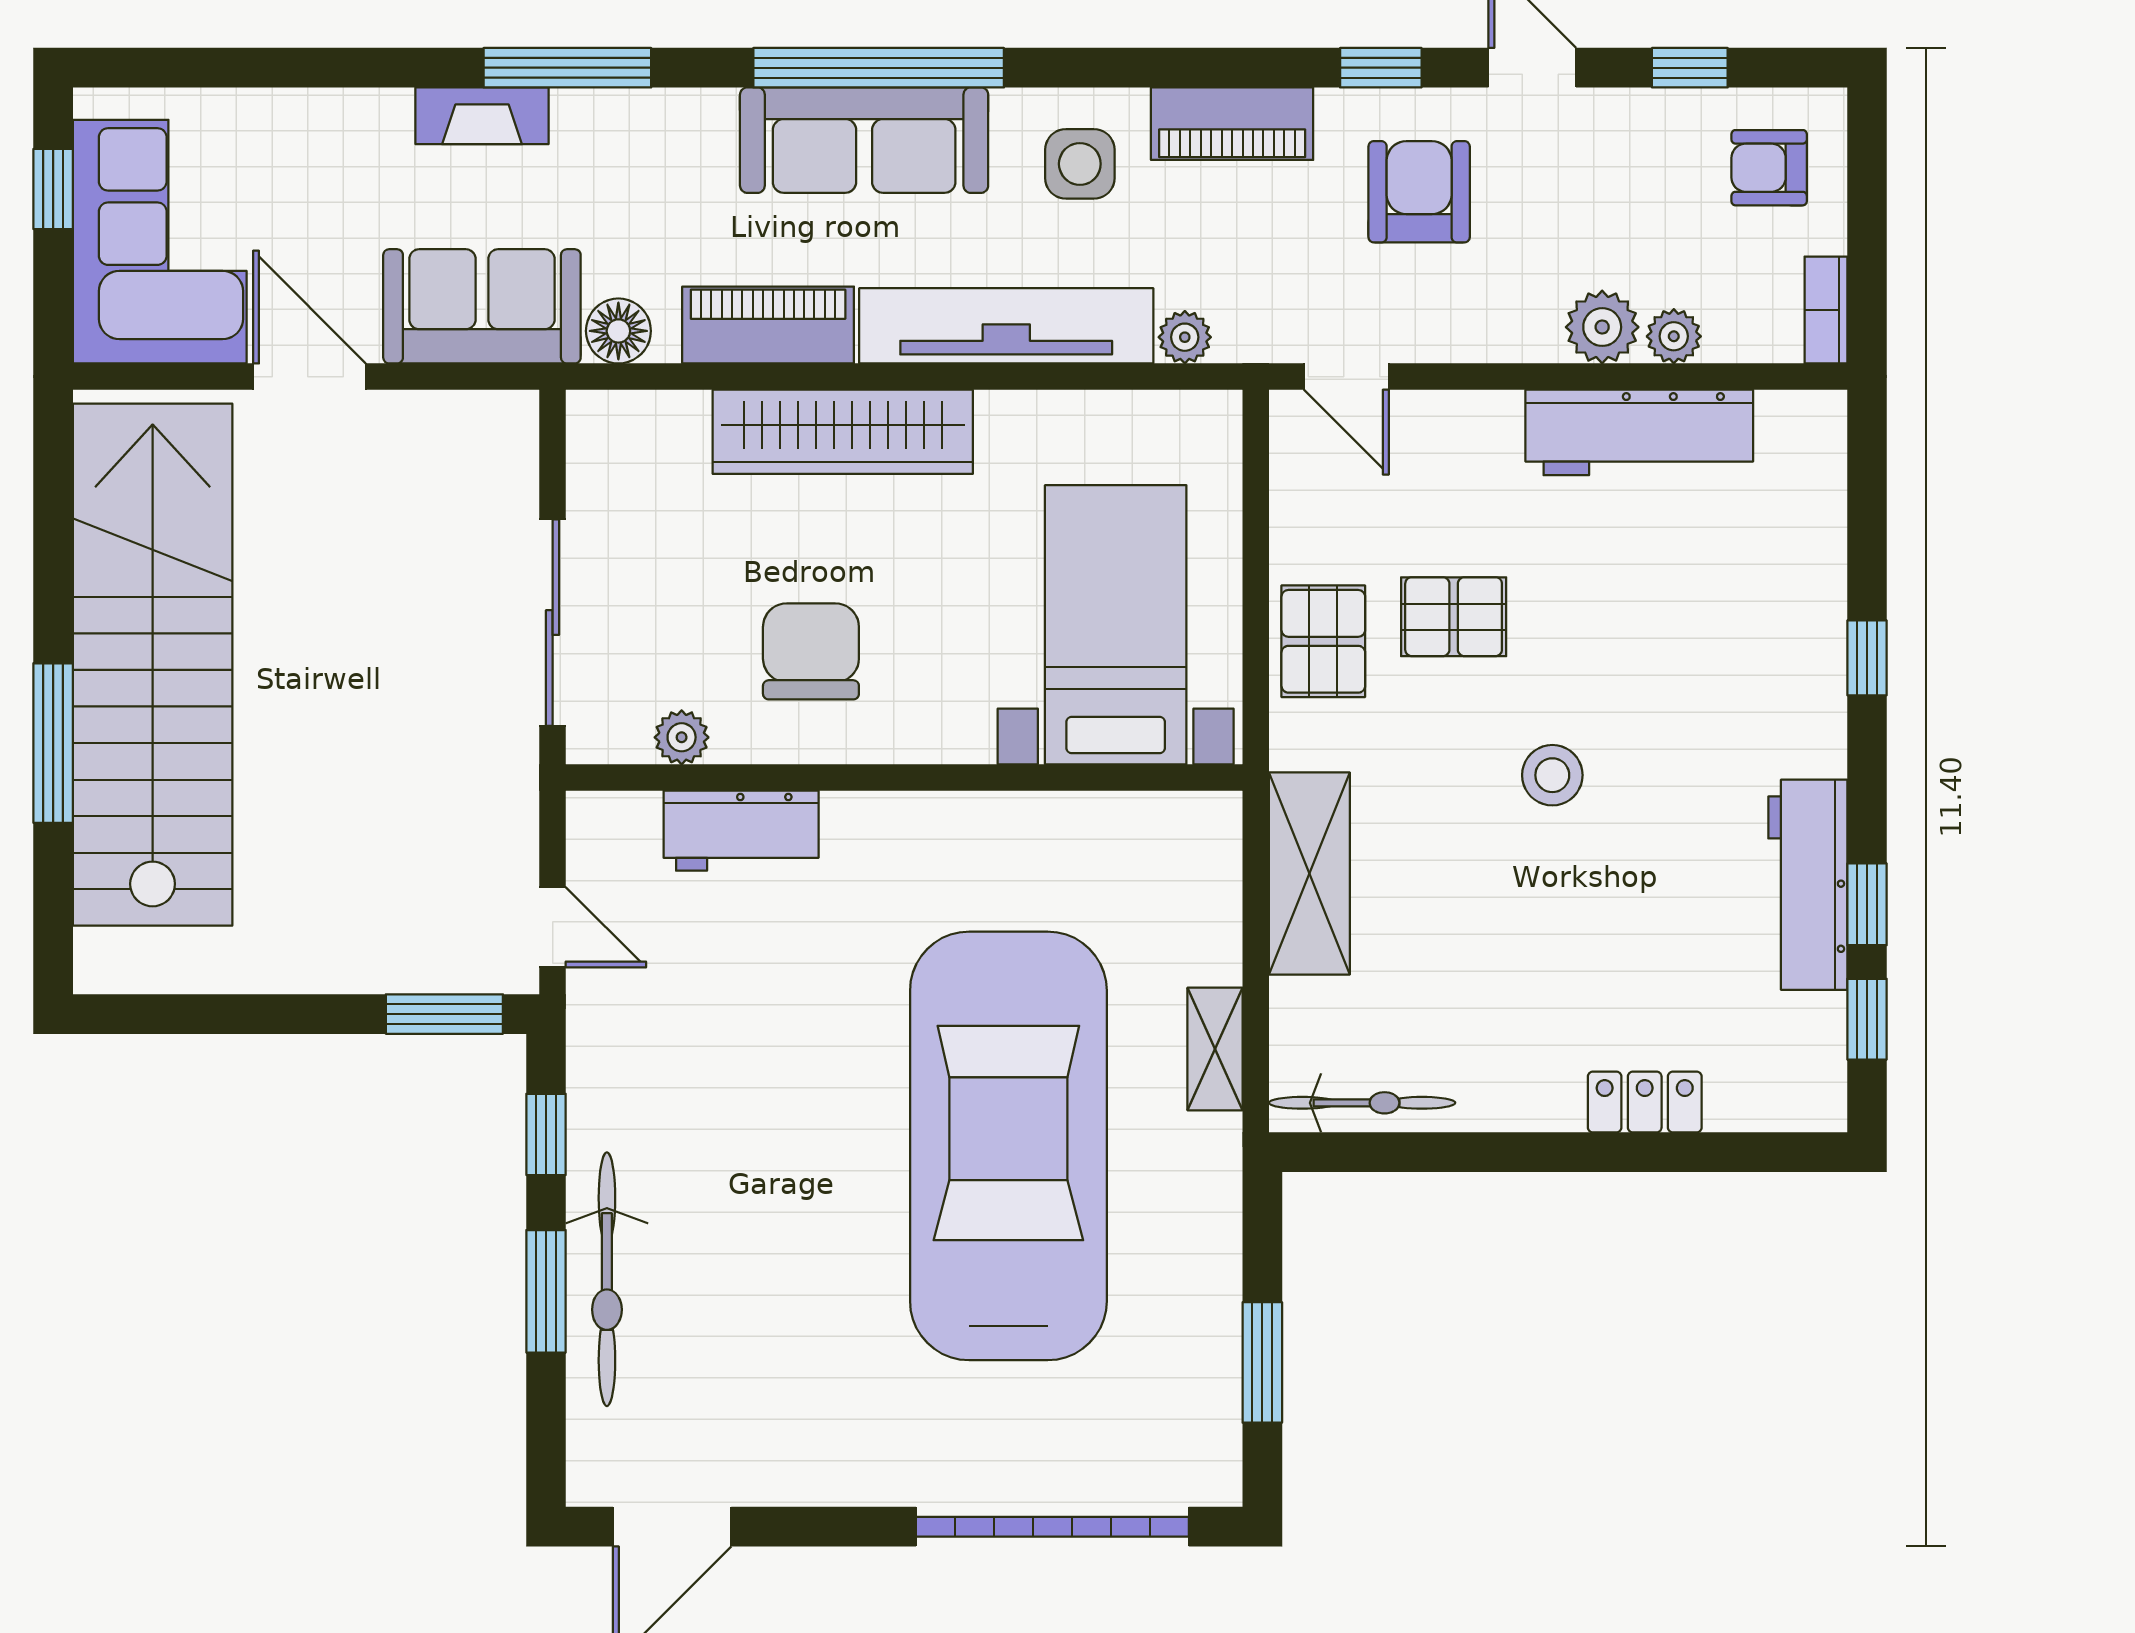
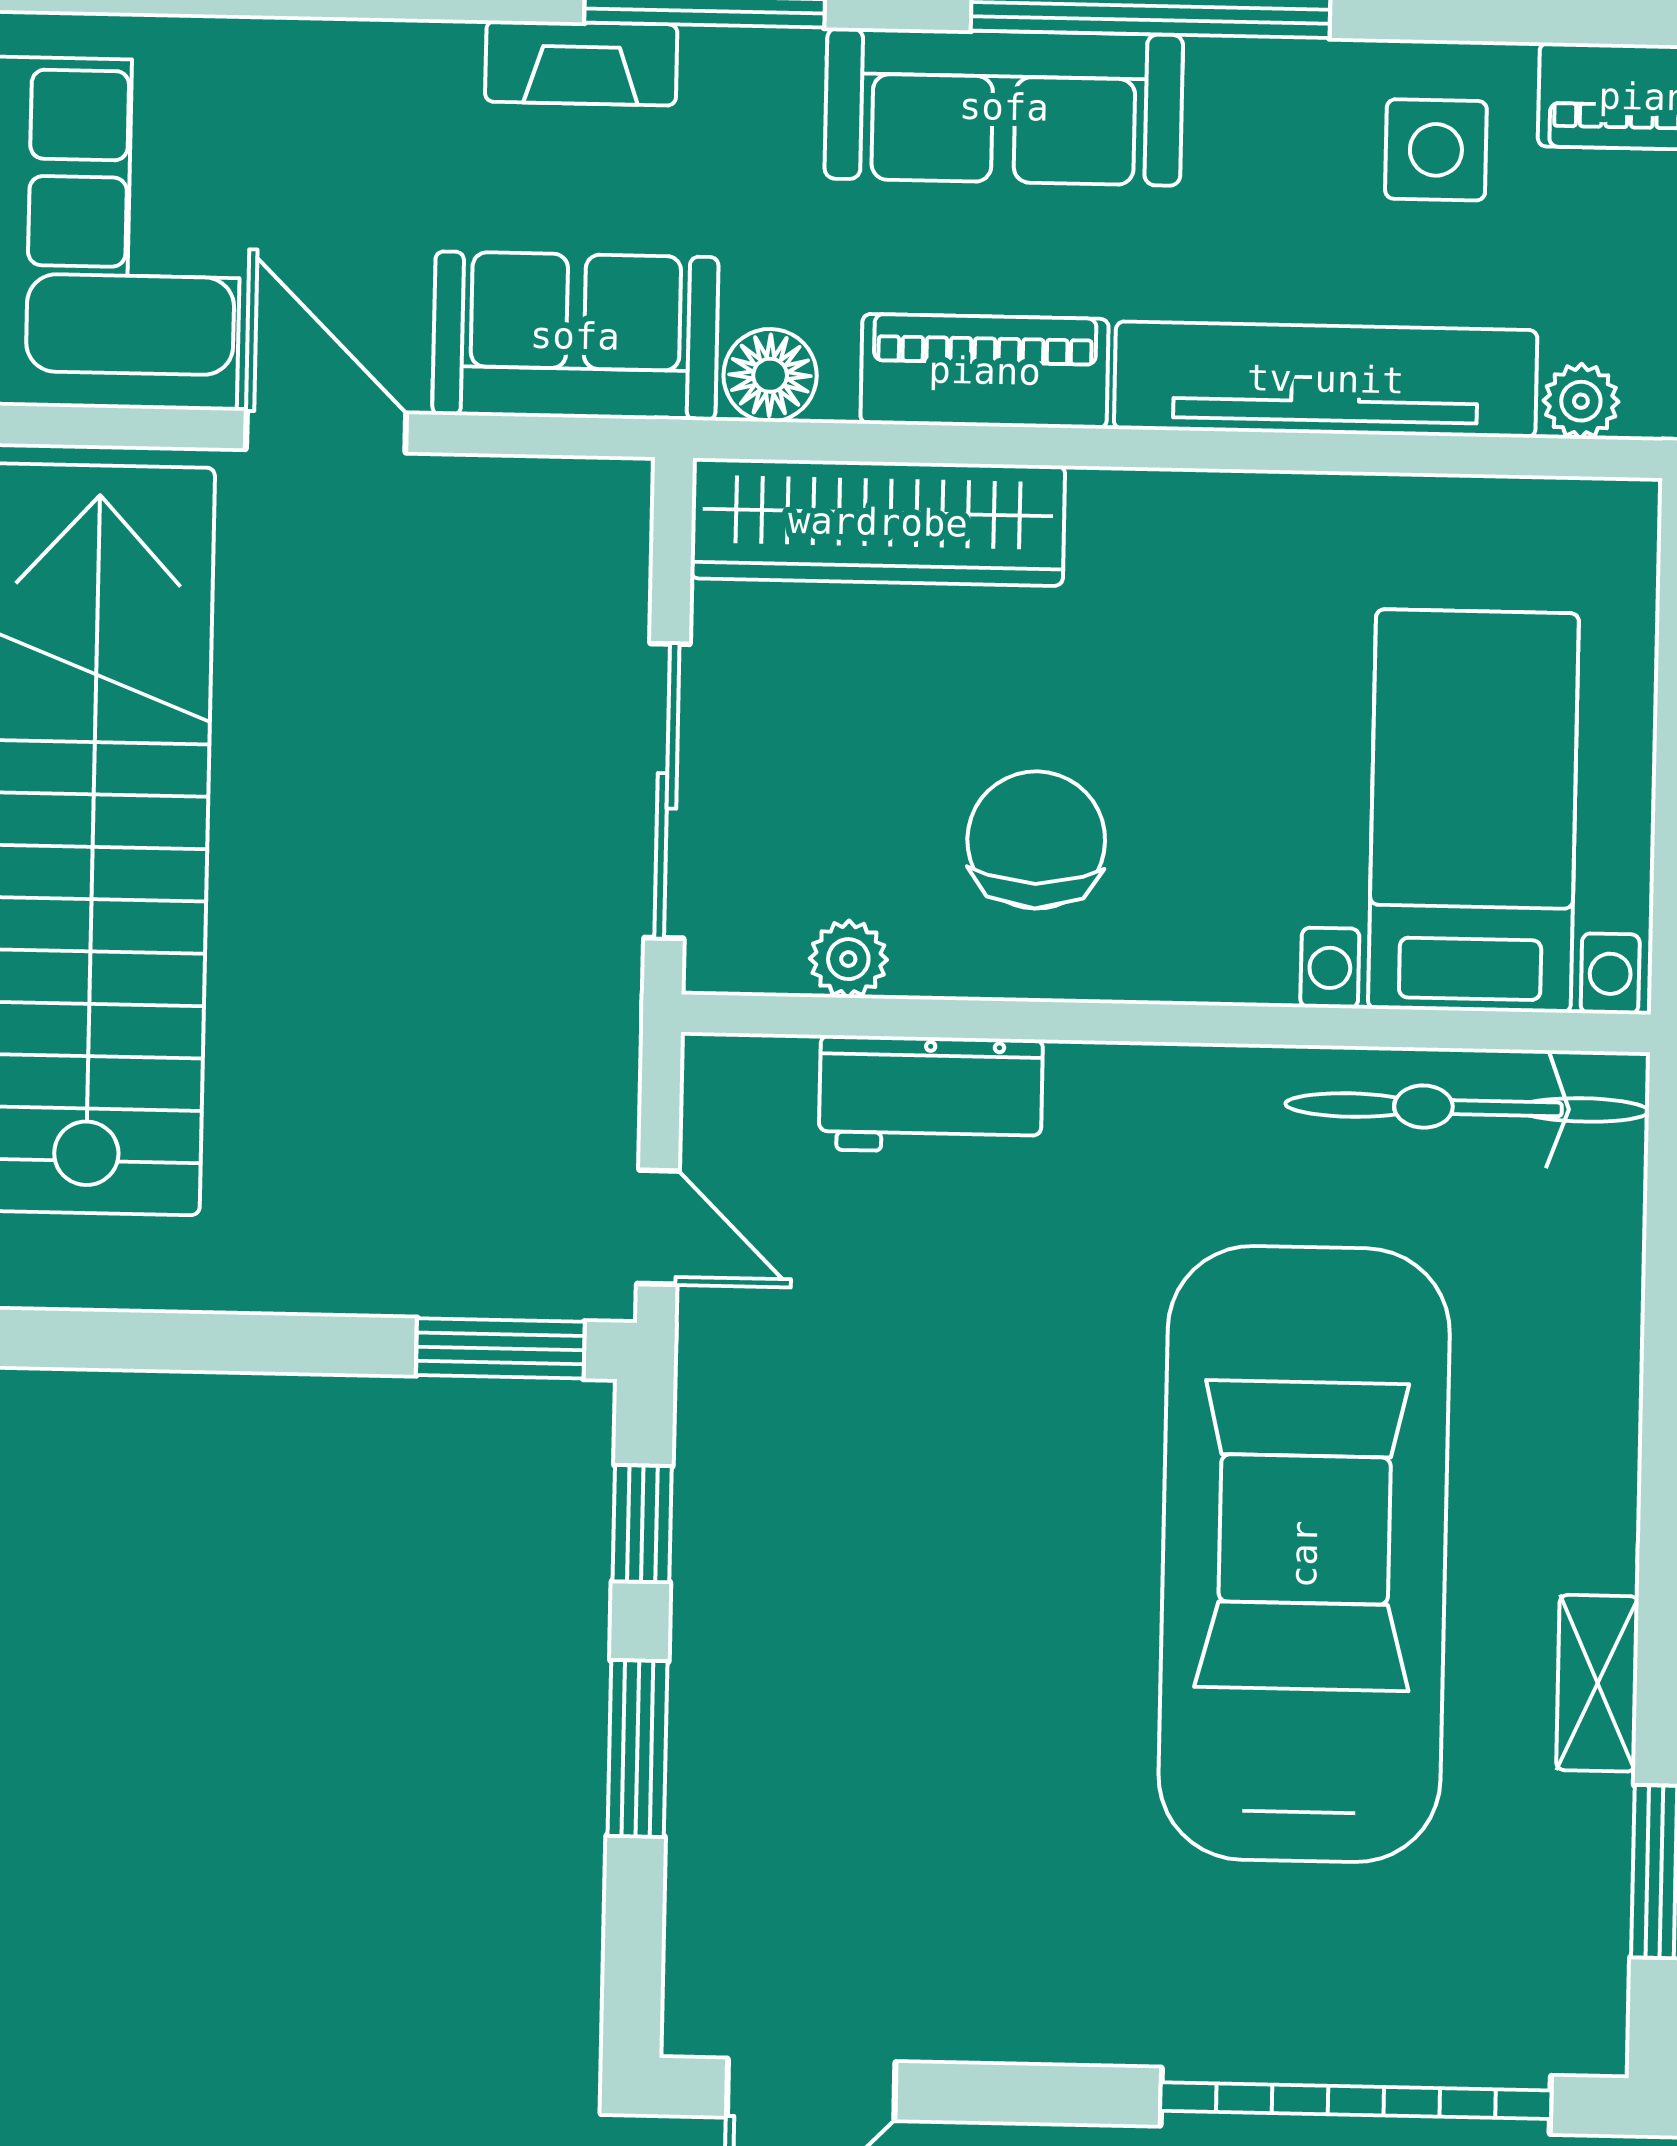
sofa: (864, 140) -> (1004, 107), moved
wardrobe: (843, 432) -> (878, 522), moved
shelving: (1215, 1049) -> (1597, 1683), moved
bicycle: (607, 1279) -> (1467, 1107), moved, turned 90

